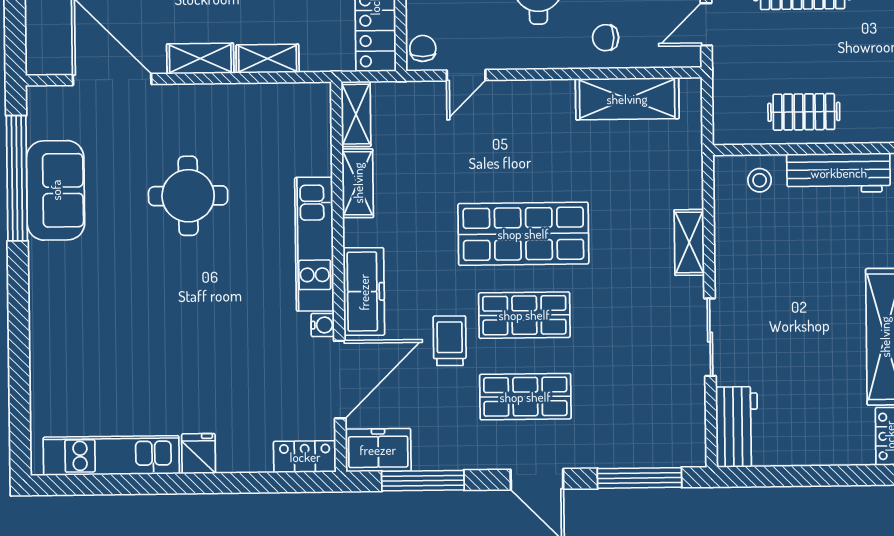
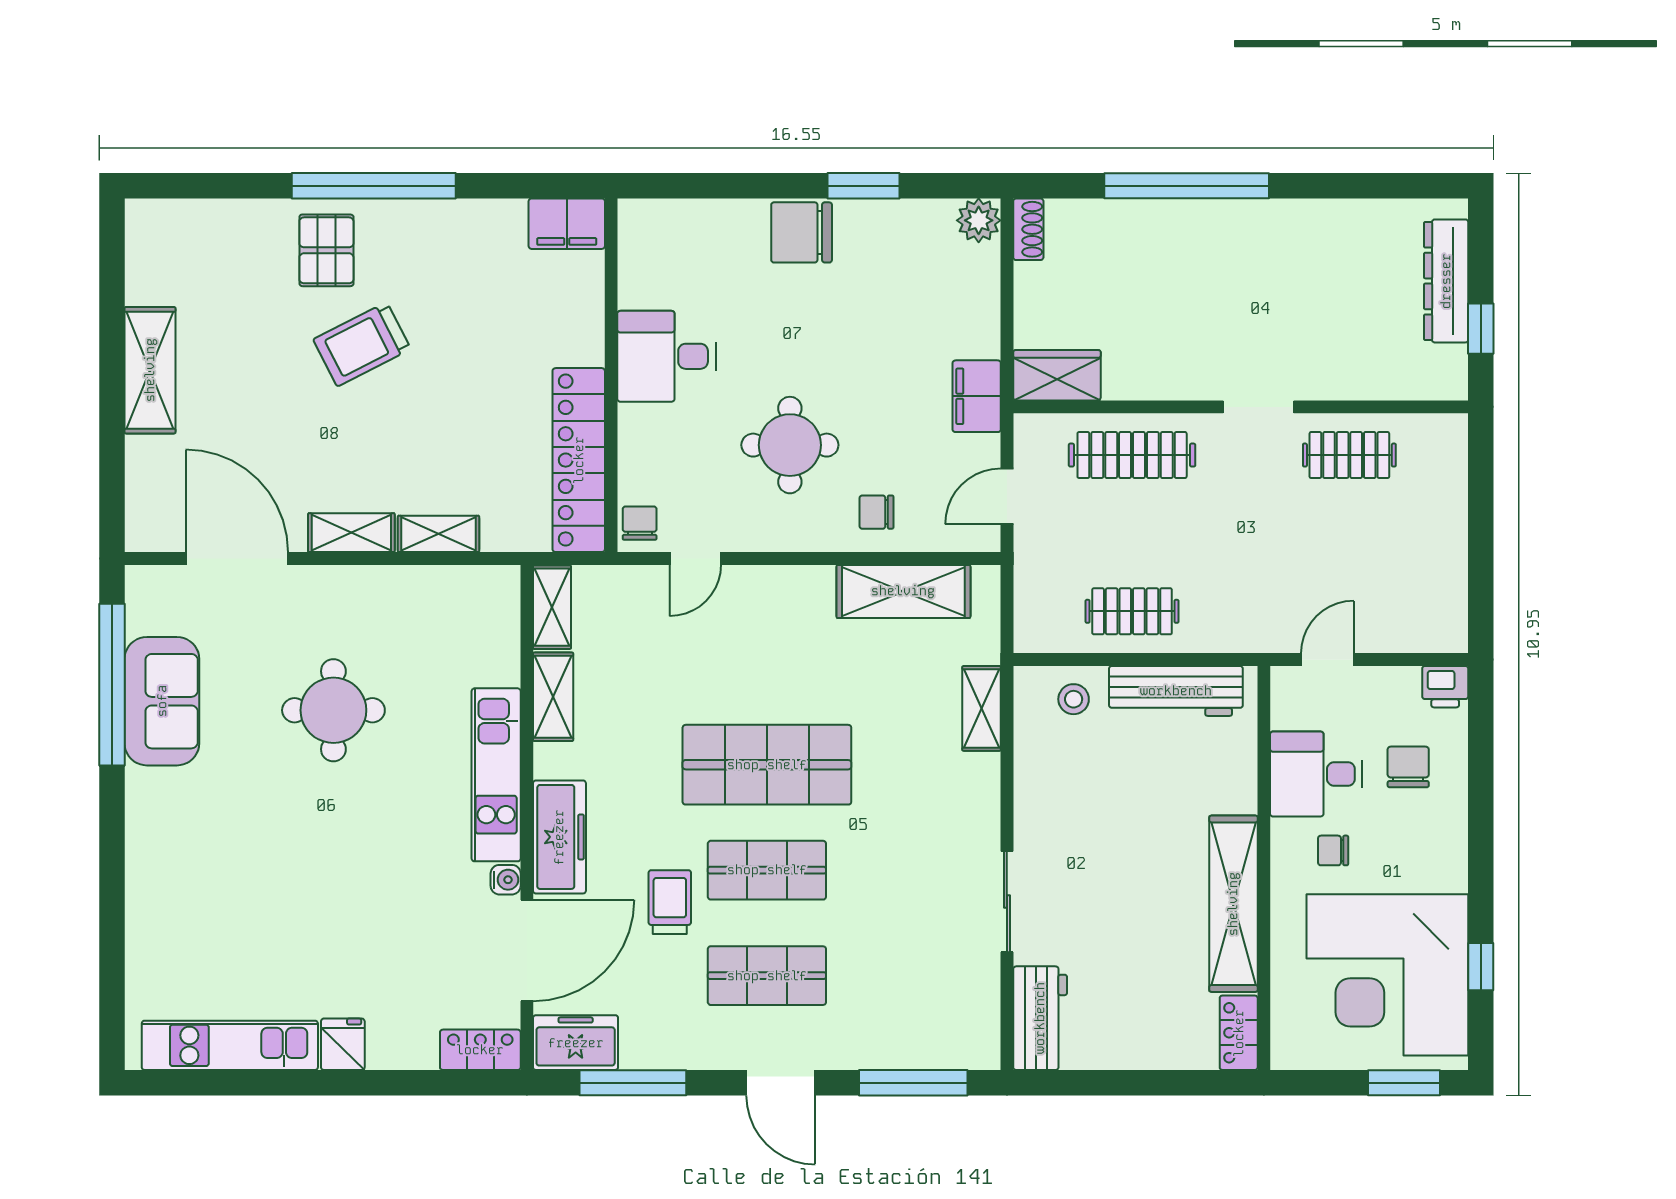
shelving: (689, 242) -> (982, 708), moved

